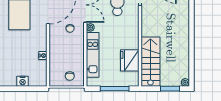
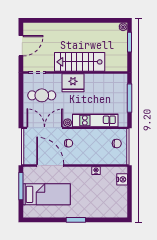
fridge: (130, 60) -> (73, 83), moved
stairs: (150, 62) -> (80, 62), moved
nightstand: (23, 81) -> (122, 179), moved

